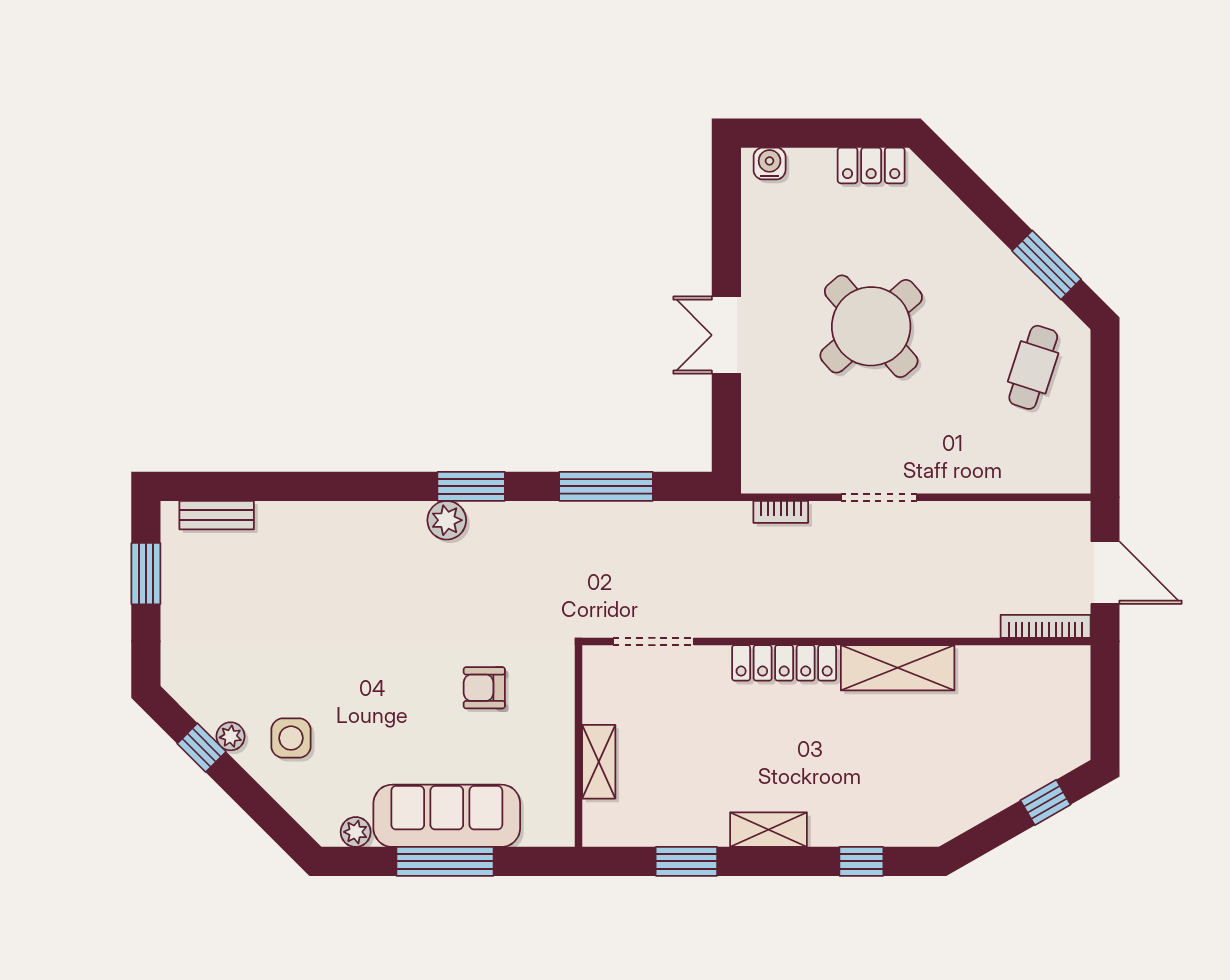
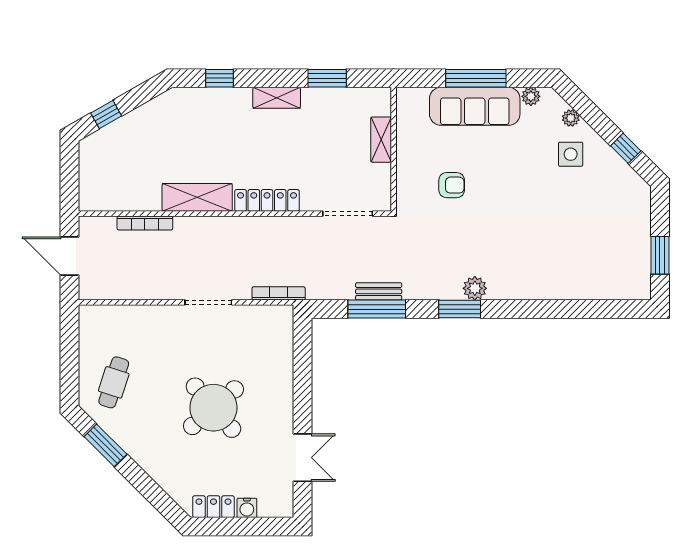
water cooler: (770, 163) -> (247, 508), moved
double door: (726, 335) -> (303, 458), moved
bookcase: (781, 512) -> (279, 293), width x1.56
bench: (217, 515) -> (379, 291), moved
bookcase: (1046, 626) -> (145, 223), moved
plant: (231, 736) -> (571, 118), moved

